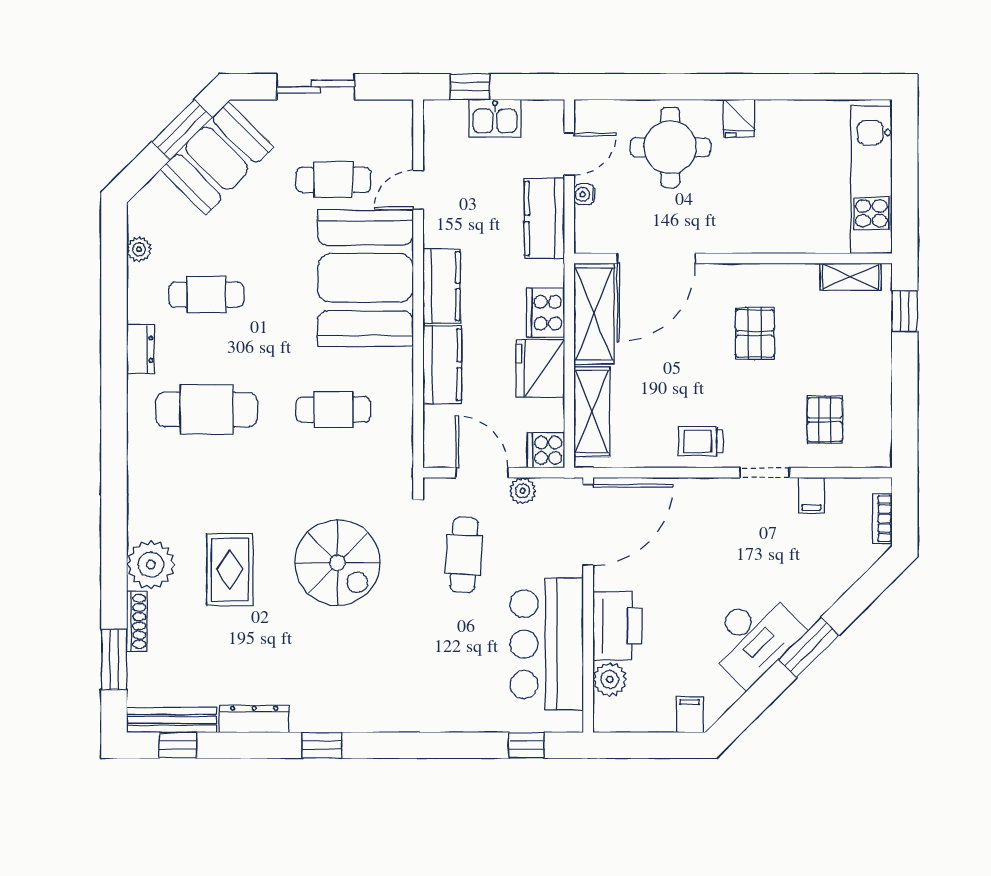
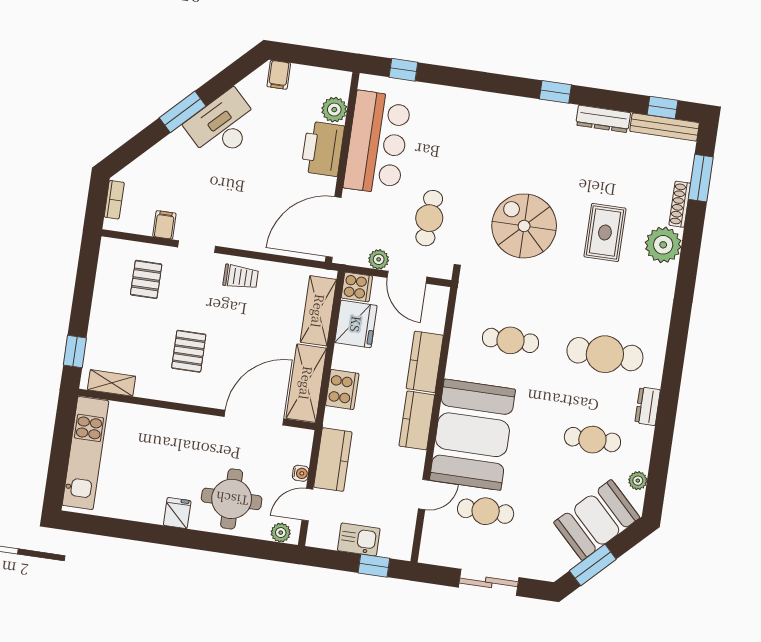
plant: (599, 112) -> (281, 533), added
booth: (217, 158) -> (597, 520), moved
fridge: (540, 368) -> (356, 324), moved

